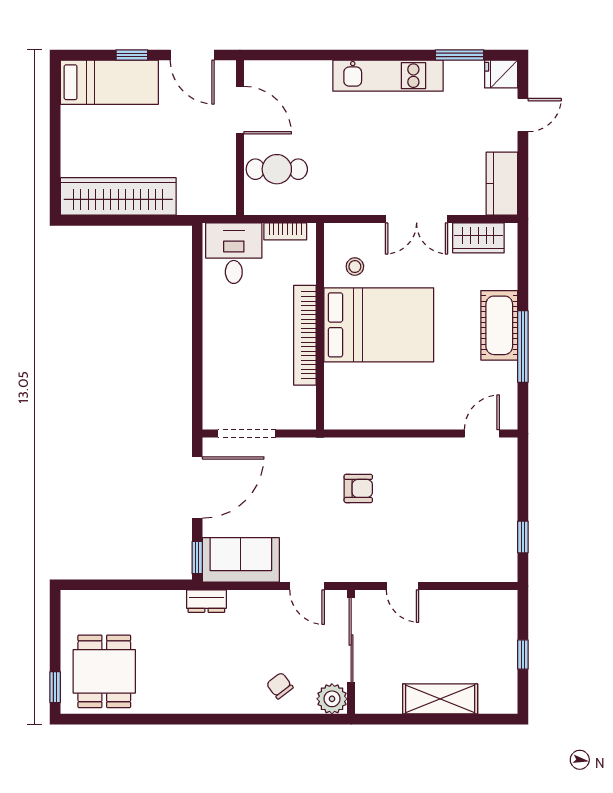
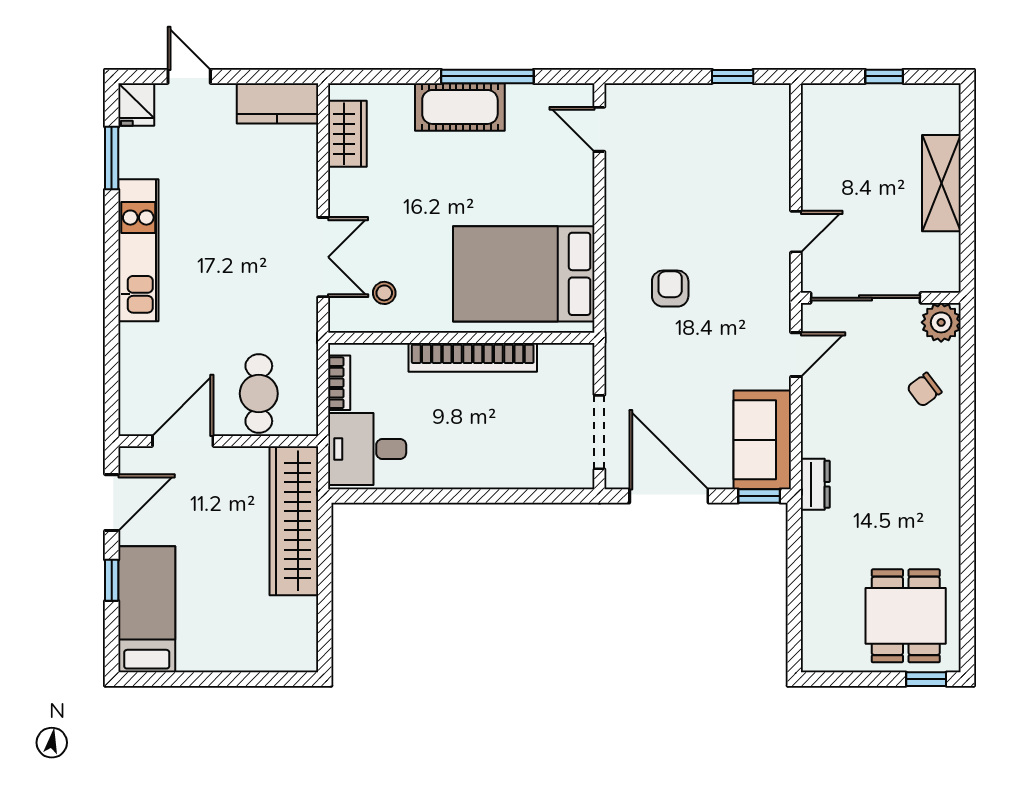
wardrobe: (118, 196) -> (294, 521), moved
double door: (417, 219) -> (323, 257), moved
bed: (379, 325) -> (524, 274), moved, turned -90
dining table: (104, 671) -> (906, 616), turned 90

